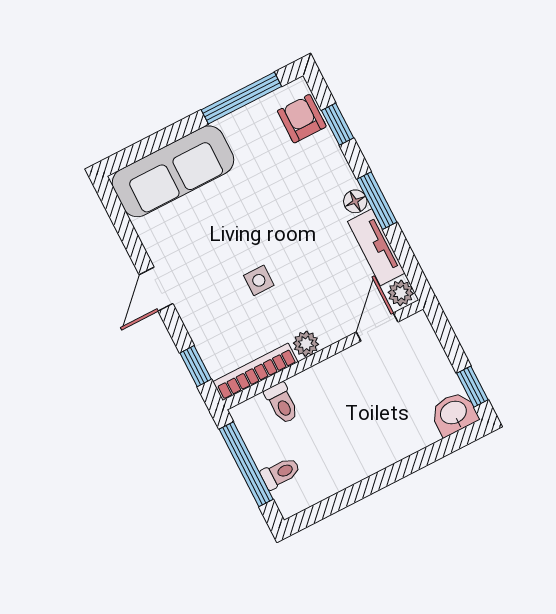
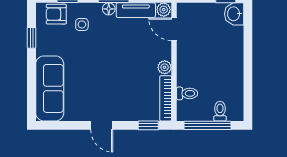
window: (241, 98) -> (32, 38), width x0.46
side table: (259, 280) -> (82, 24), moved

